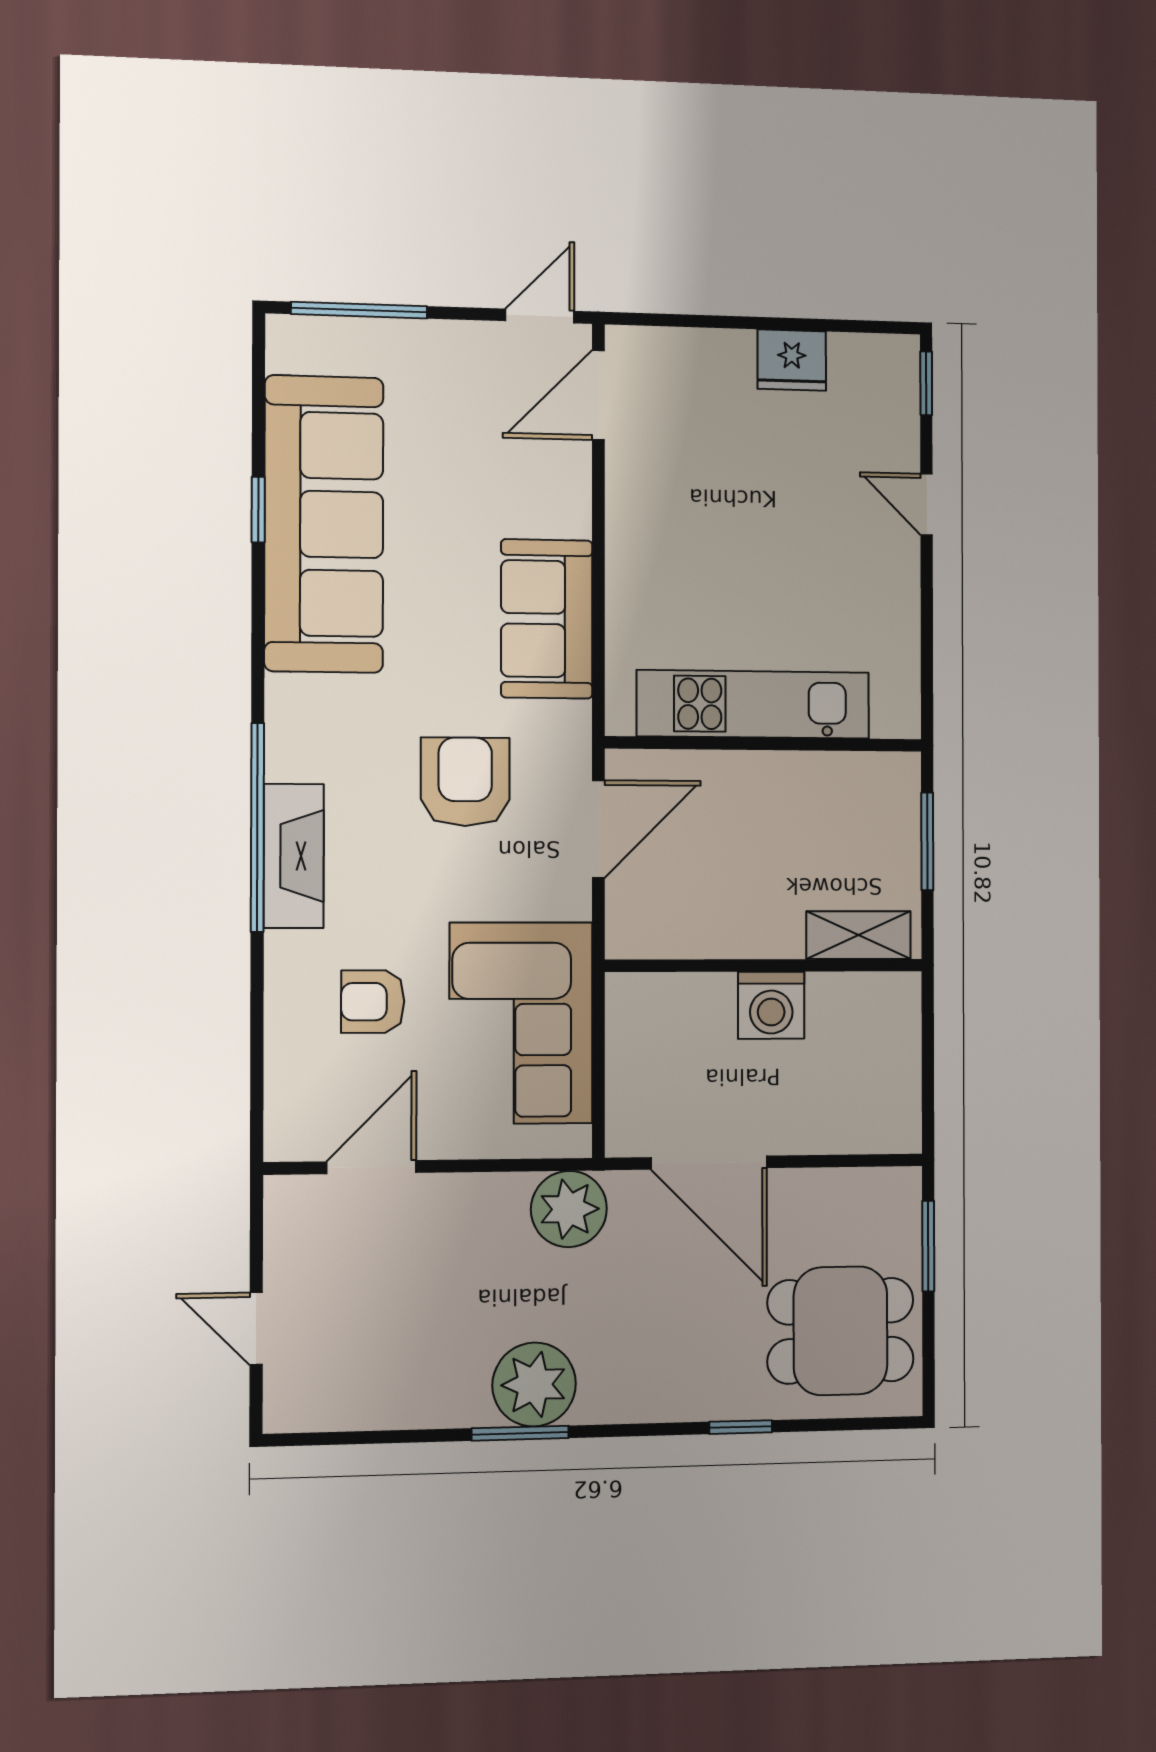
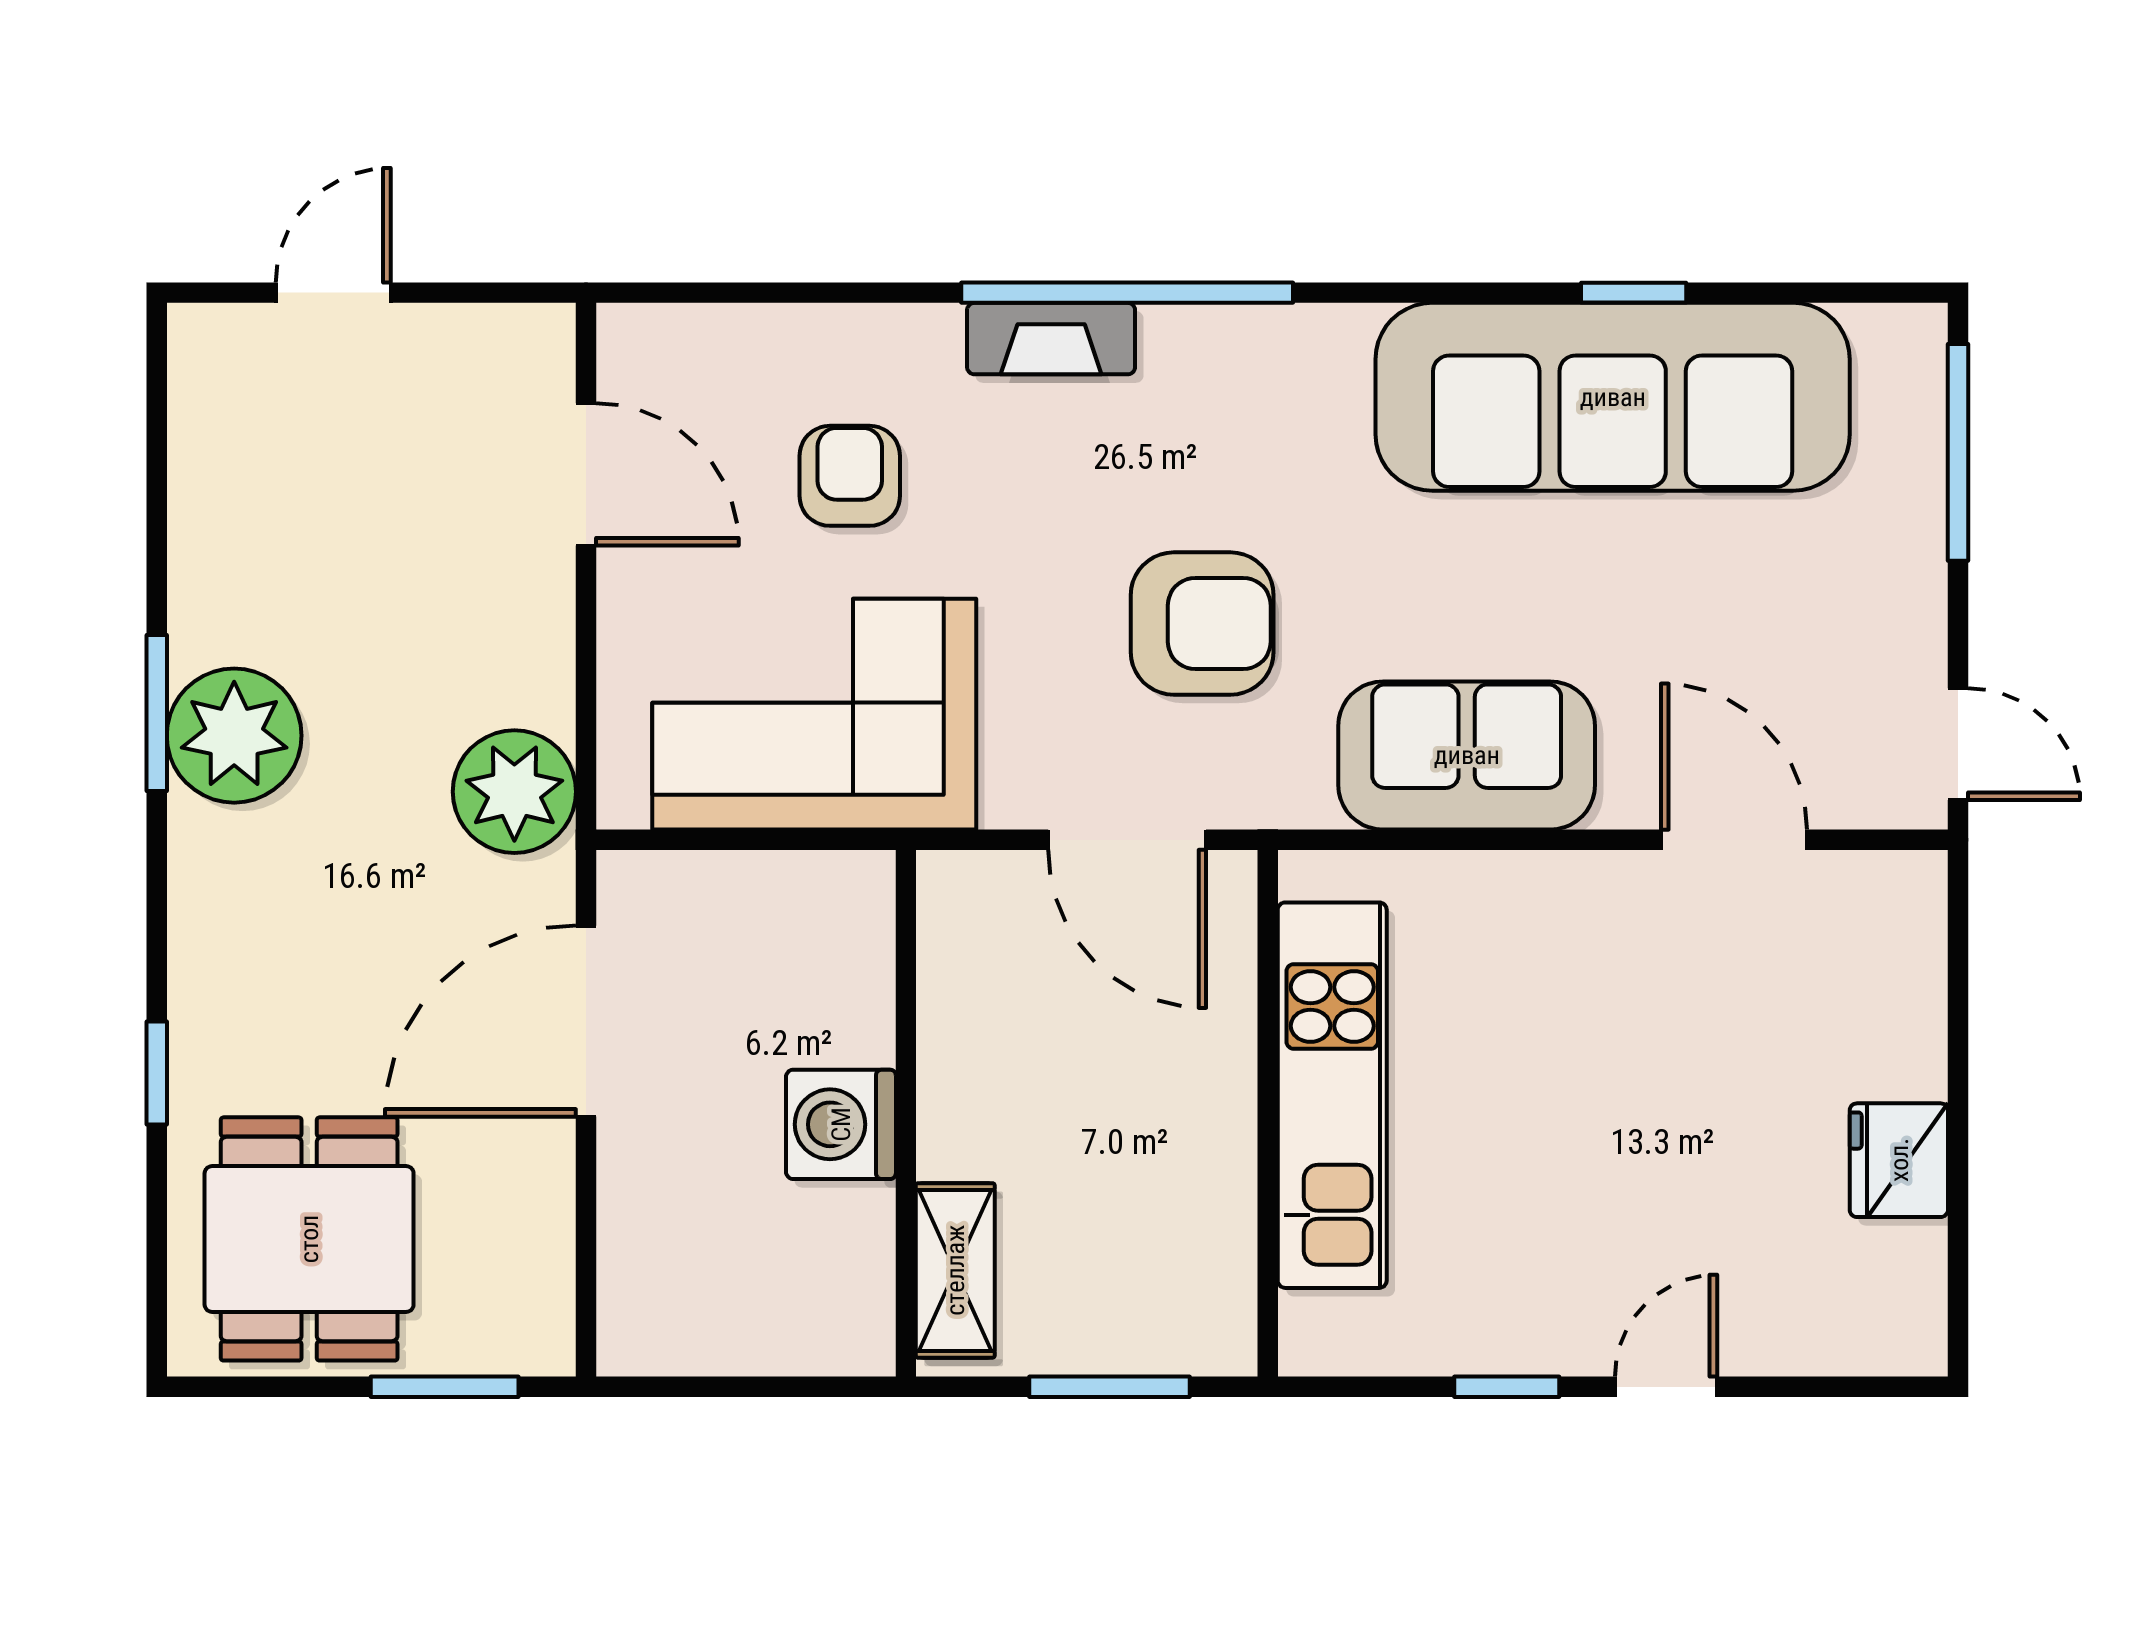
window: (926, 383) -> (1507, 1387), moved
door: (598, 395) -> (1734, 840), moved
fireplace: (294, 856) -> (1051, 339), width x0.73, depth x0.76

